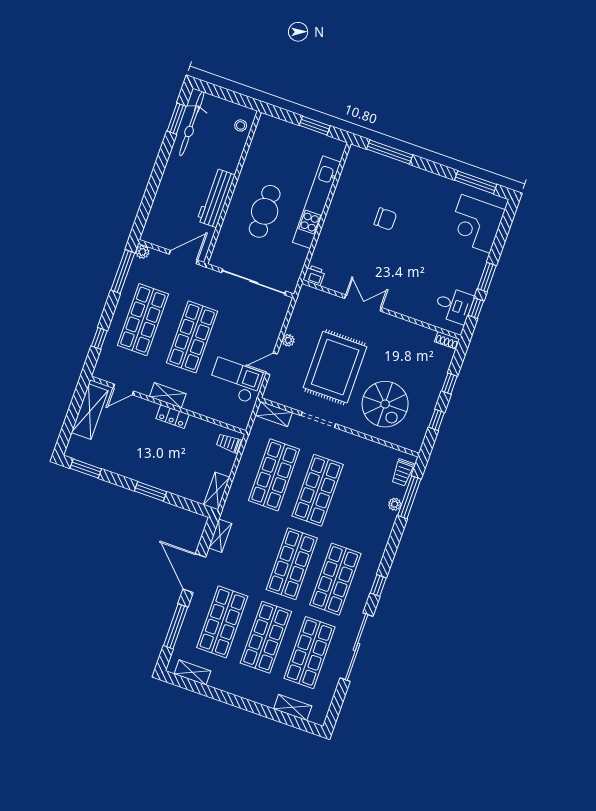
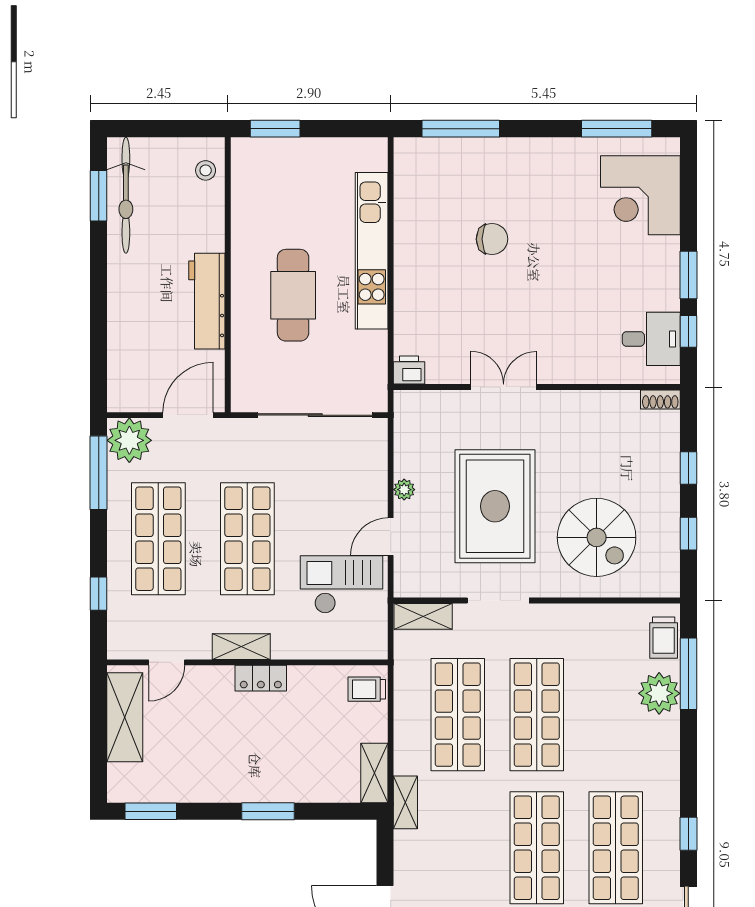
window: (315, 126) -> (275, 129), moved
plant: (142, 252) -> (129, 440), width x1.88, depth x1.88
plant: (395, 504) -> (659, 693), width x1.88, depth x1.88
shelving: (220, 536) -> (405, 802), moved

